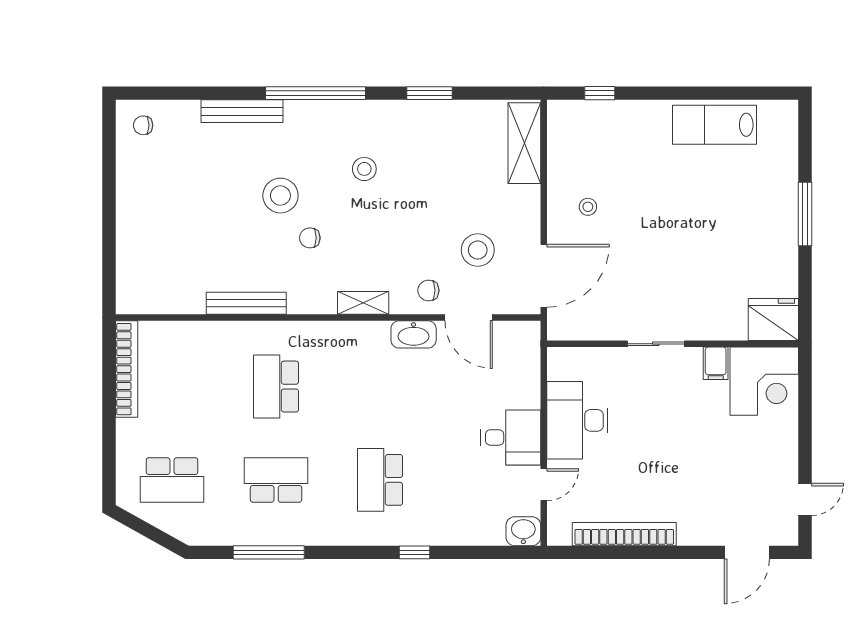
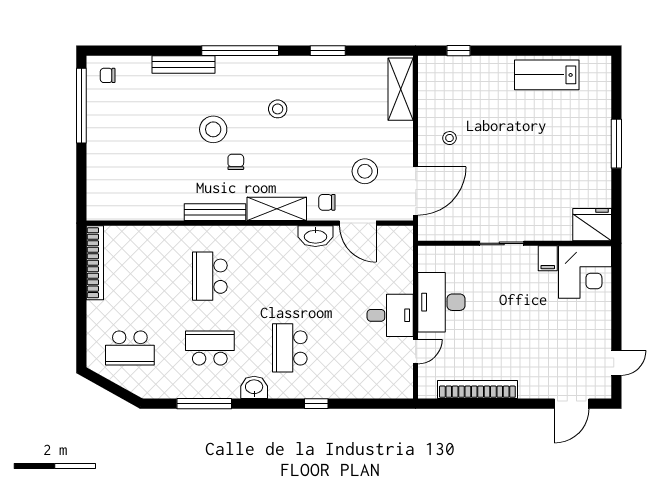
window: (109, 165) -> (81, 106), added
chair: (310, 238) -> (236, 162), turned 90
bench: (246, 303) -> (215, 212), moved
shelving: (363, 303) -> (277, 209), width x1.50, depth x1.33
washbasin: (523, 531) -> (254, 387), moved

